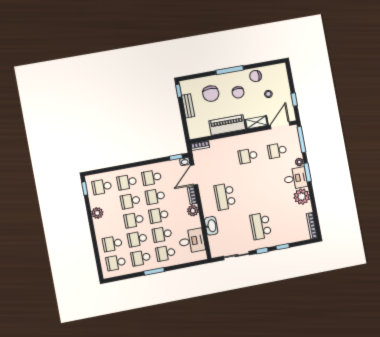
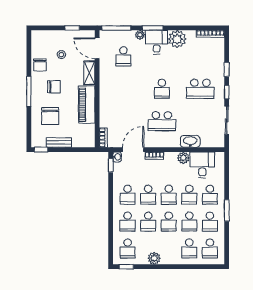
chair: (211, 94) -> (50, 116), turned 90
school desk: (248, 156) -> (162, 89), moved
door: (194, 175) -> (133, 150), swing flipped
plant: (193, 211) -> (183, 158), moved

